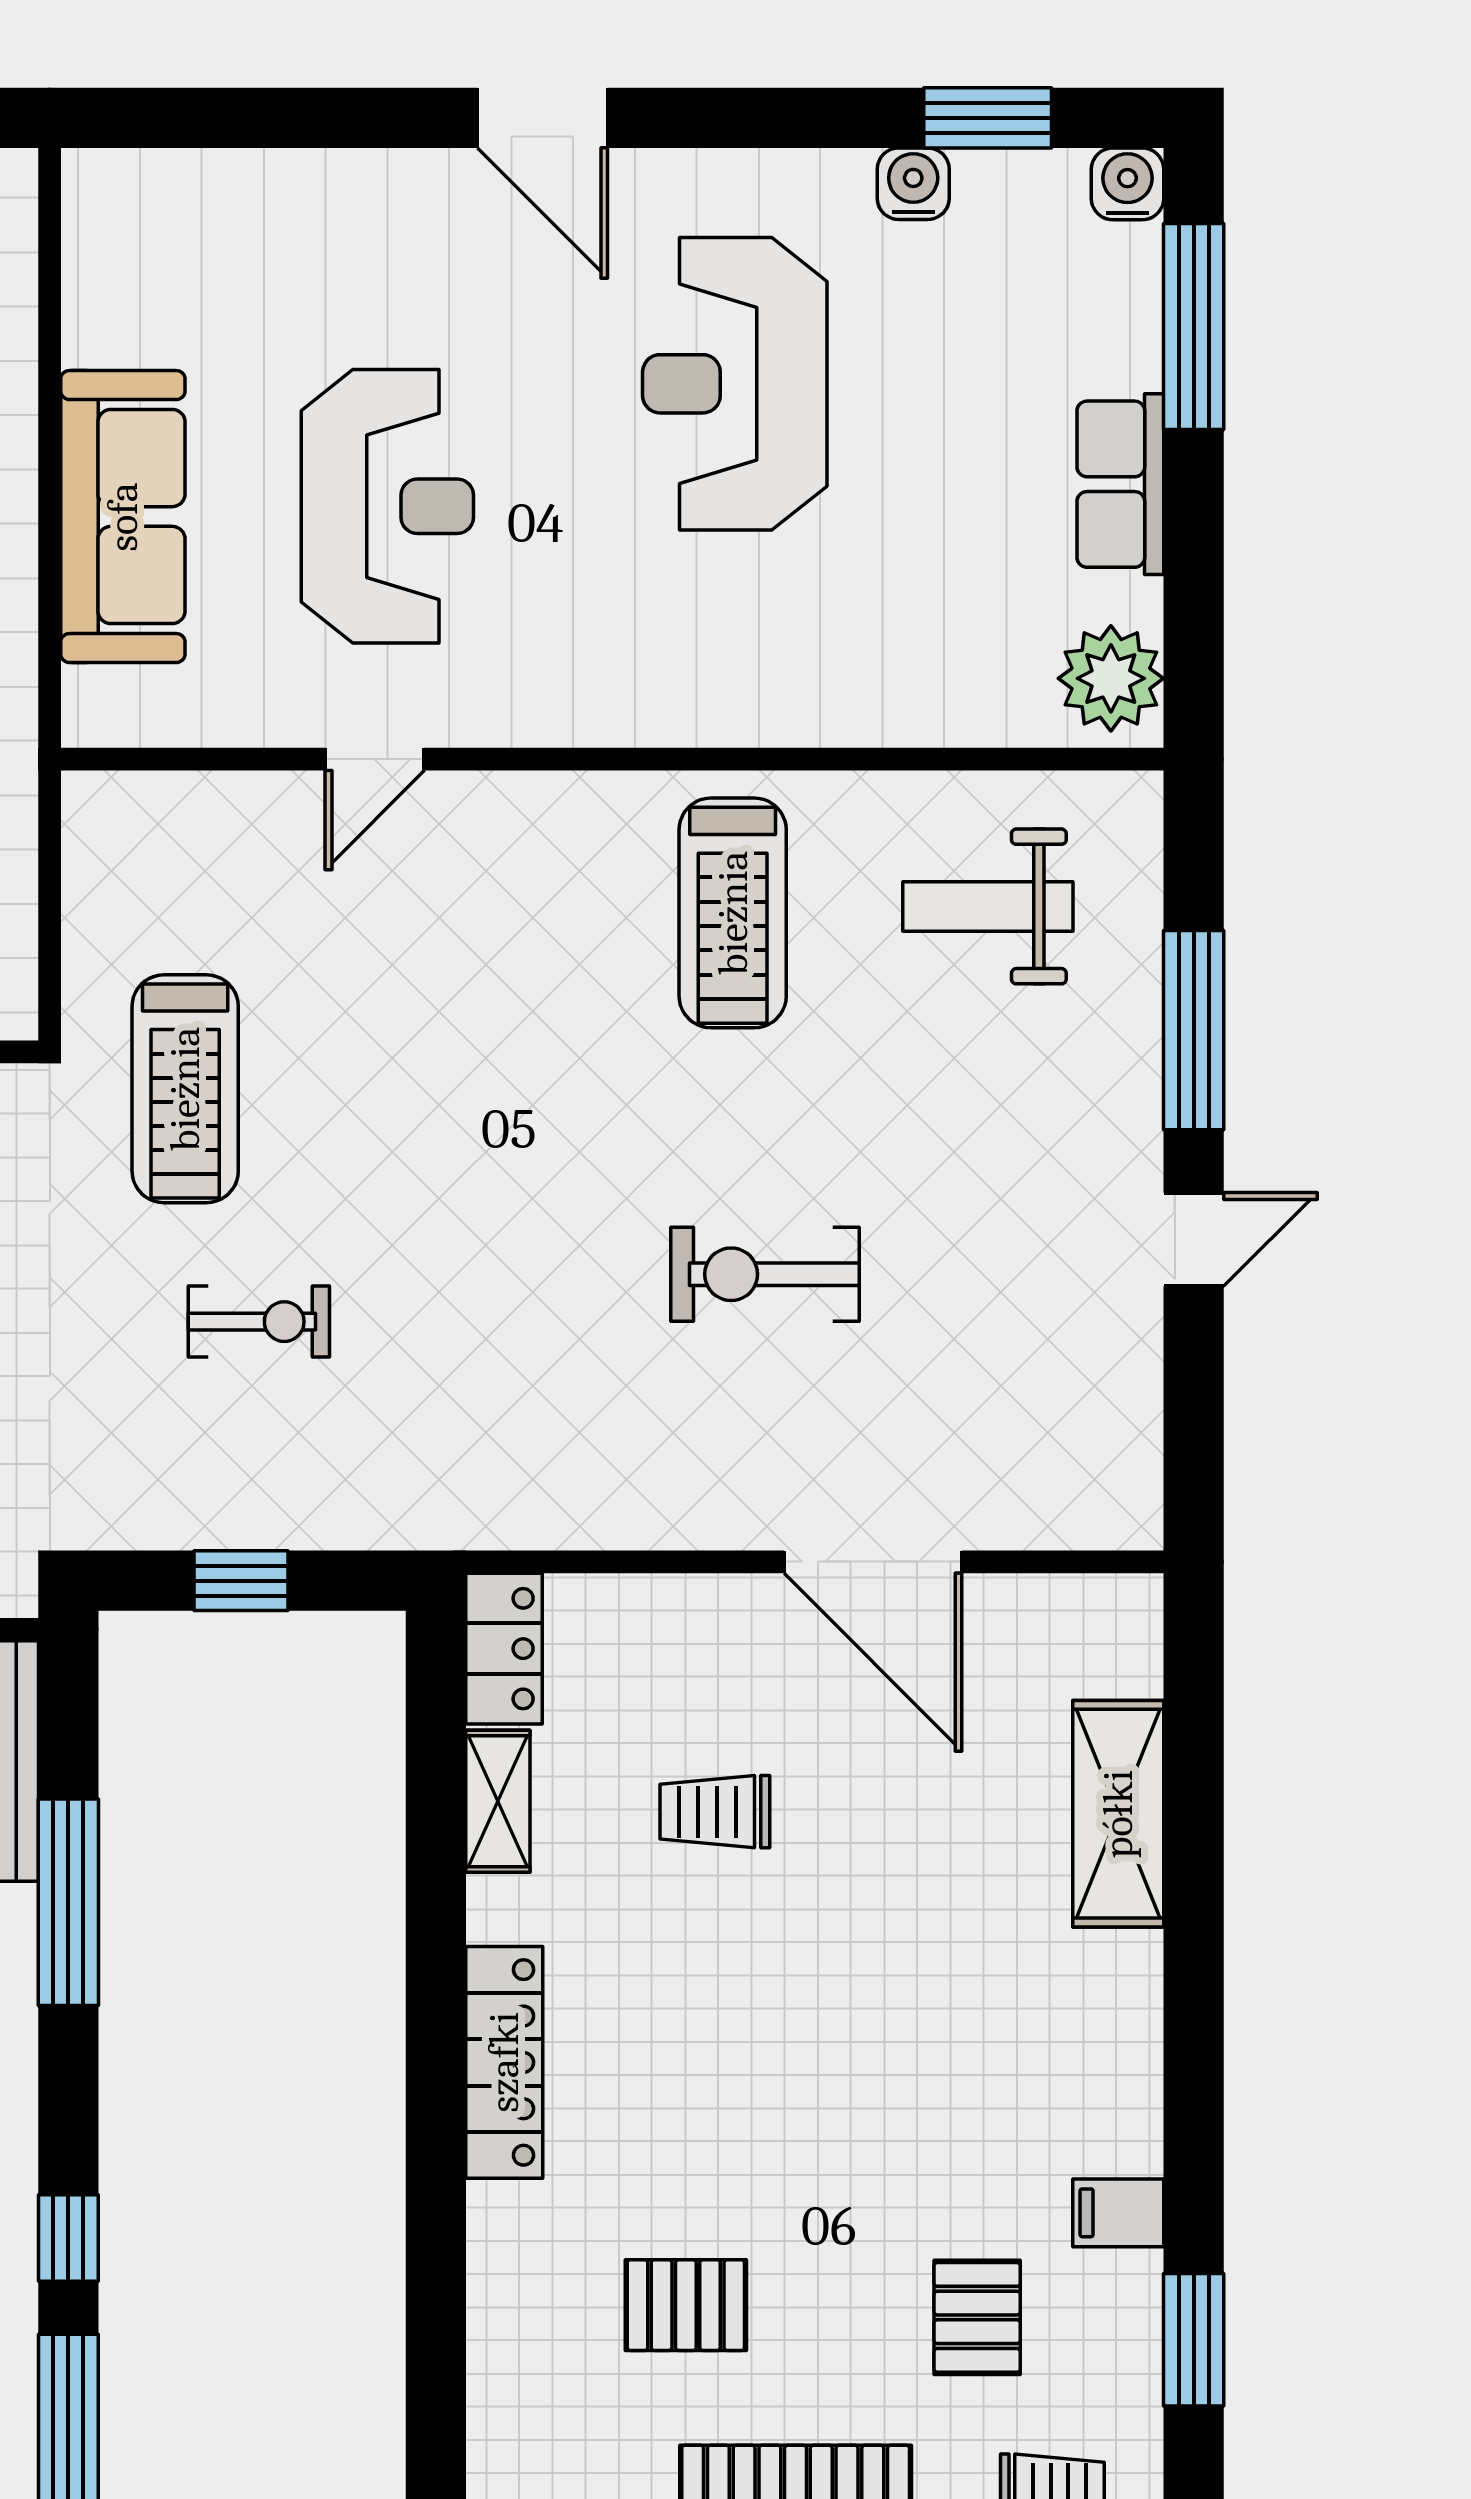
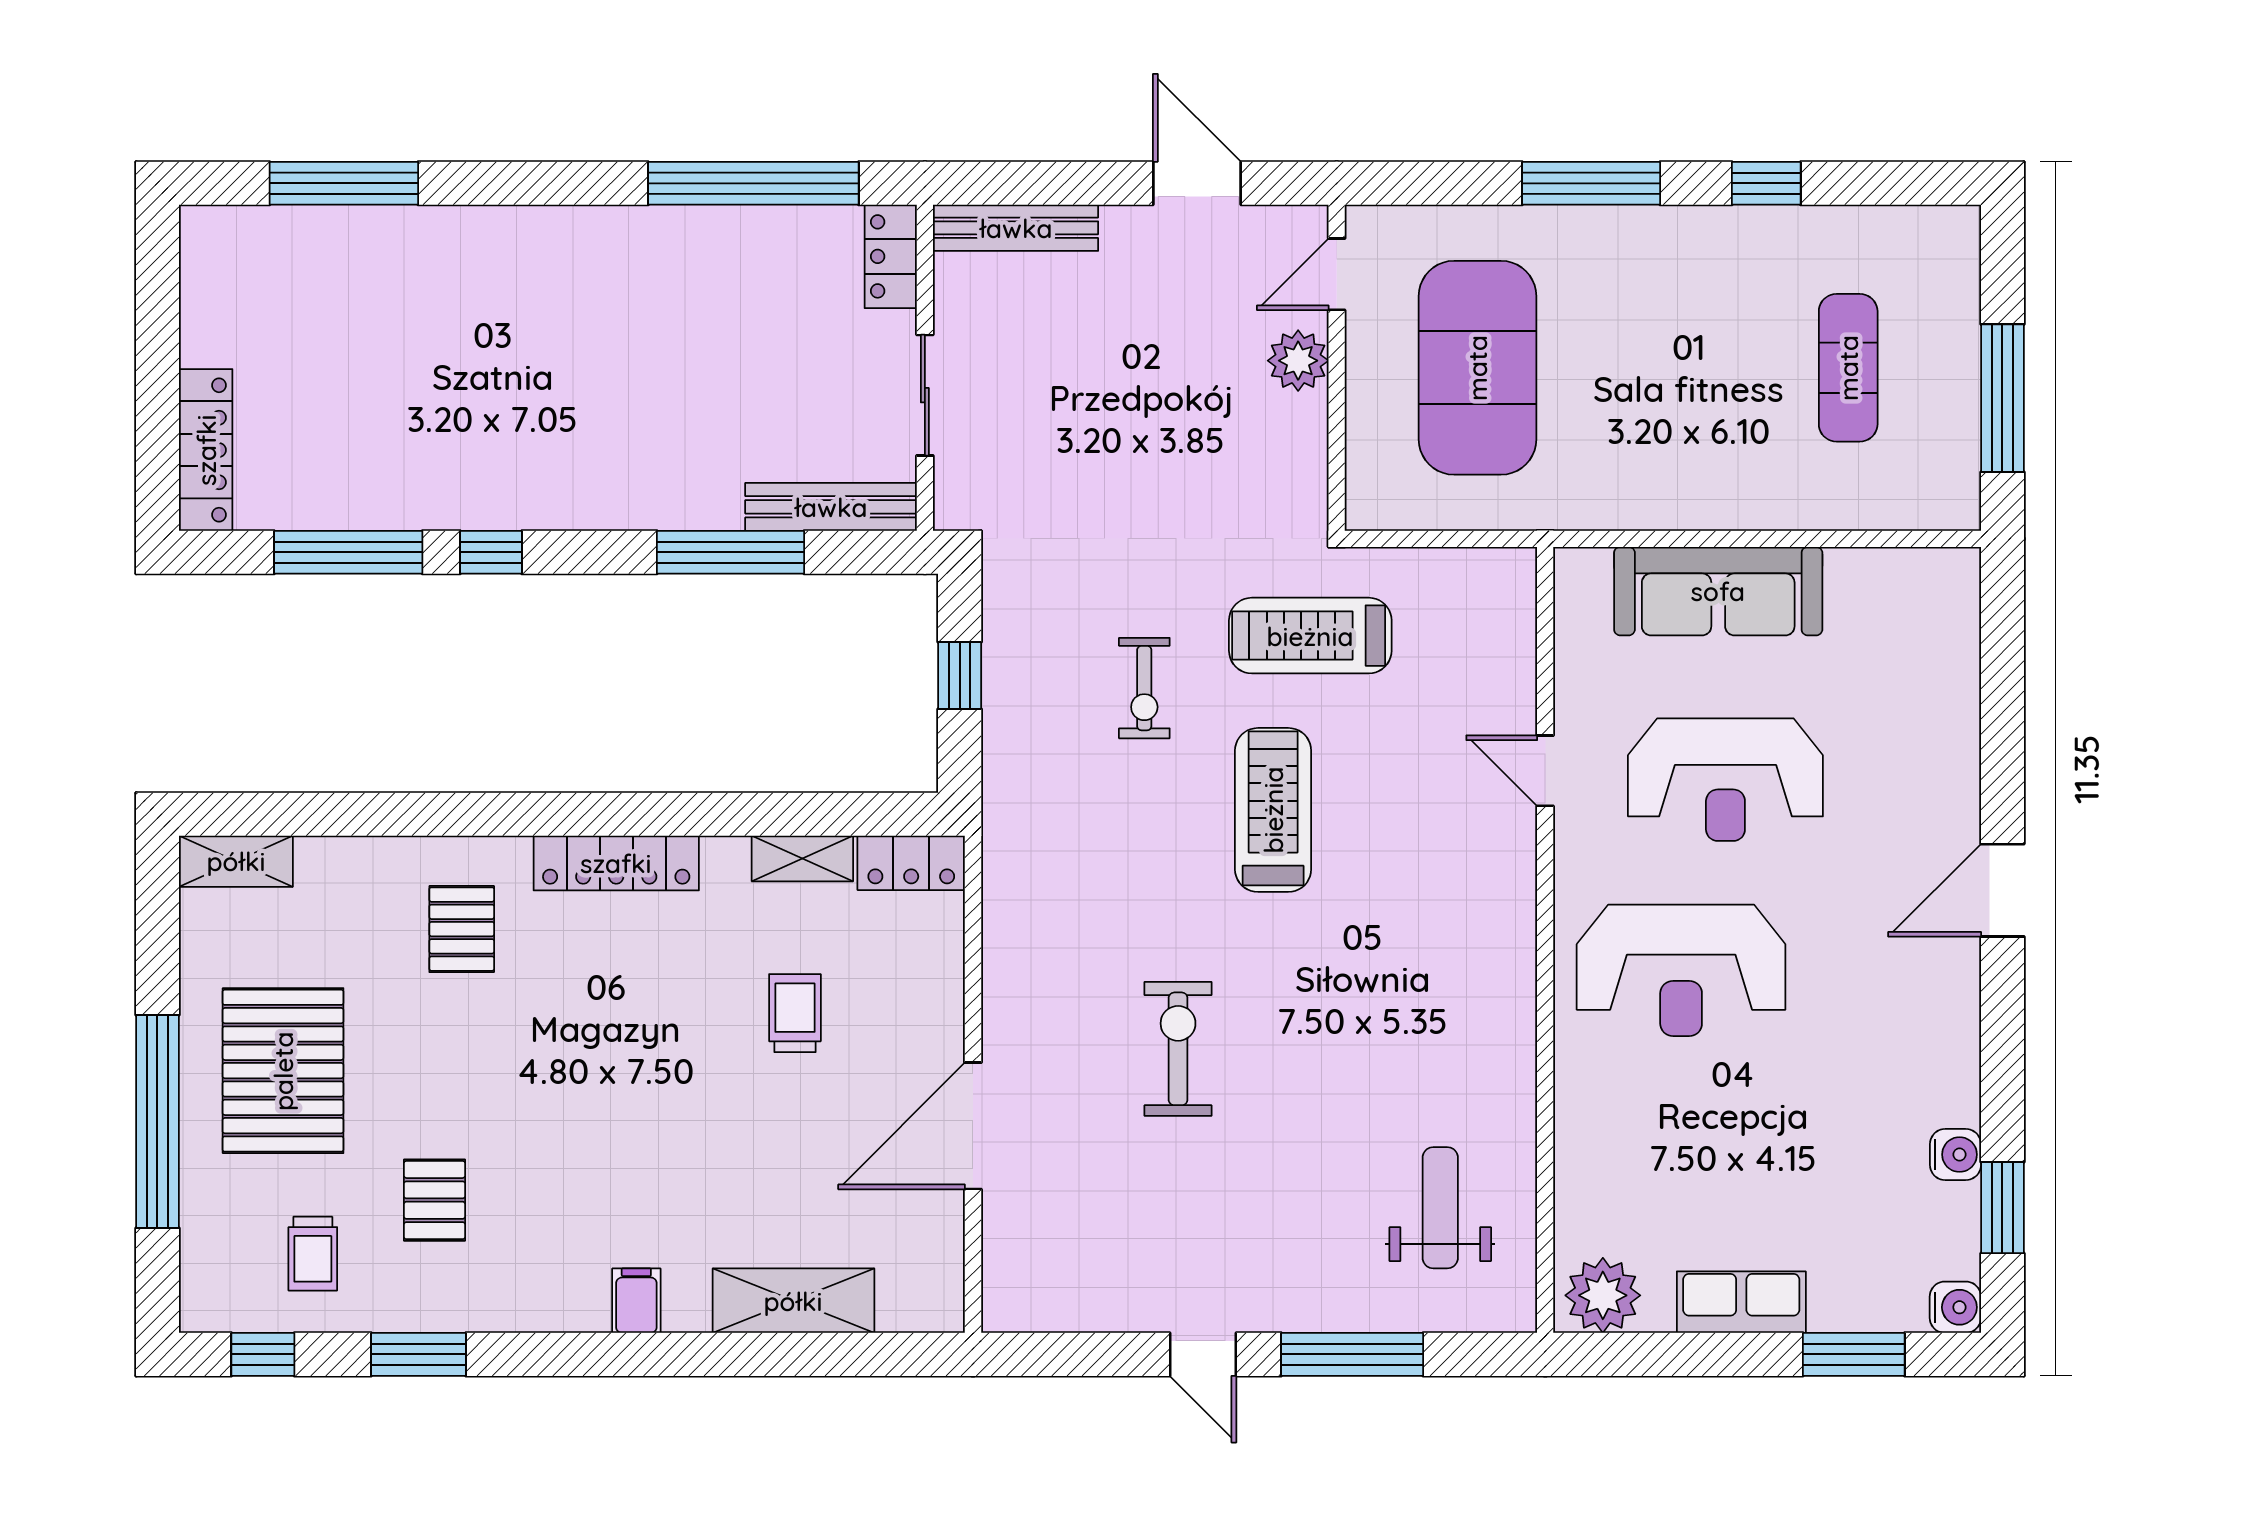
window: (1194, 326) -> (1854, 1354), width x0.69
reception desk: (735, 384) -> (1681, 970), moved, turned 180
treadmill: (733, 913) -> (1273, 810), moved, turned 90
filing cabinet: (1118, 2213) -> (636, 1301), moved
pallet: (686, 2305) -> (462, 929), moved
pallet: (977, 2317) -> (434, 1200), turned 90

